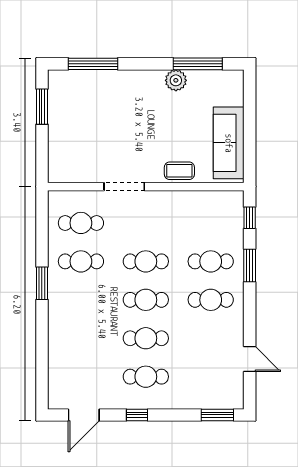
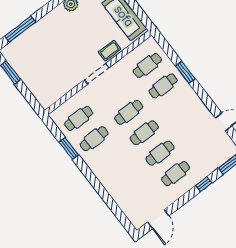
doorway: (124, 187) -> (97, 74), moved
window: (250, 218) -> (166, 47), removed
window: (42, 283) -> (69, 148), moved
cafe table: (211, 300) -> (147, 66), moved
window: (137, 415) -> (204, 184), moved

